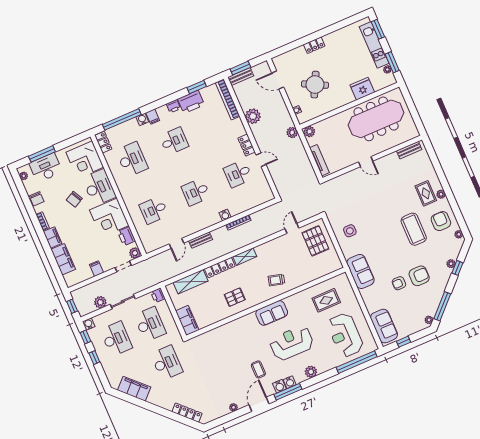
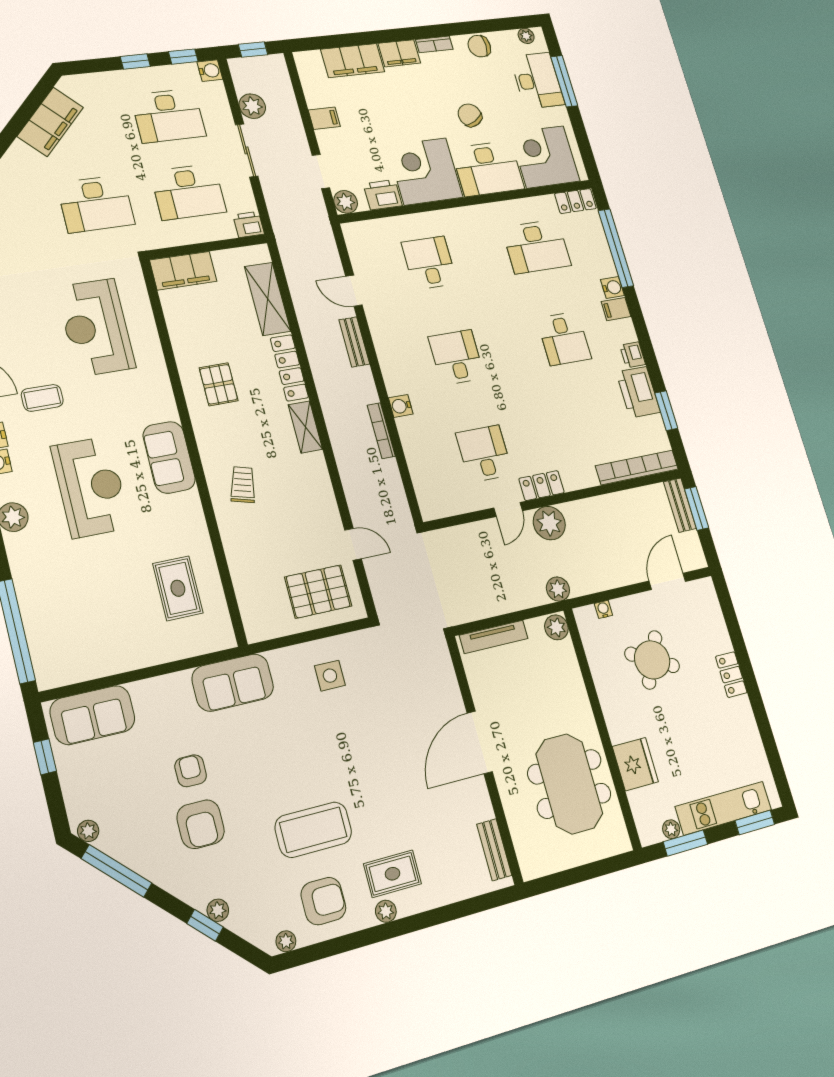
plant: (253, 116) -> (549, 523), moved
meeting table: (376, 119) -> (569, 784), width x0.73
door: (366, 162) -> (480, 742), width x1.88
reception desk: (345, 335) -> (96, 327), moved, turned -90

